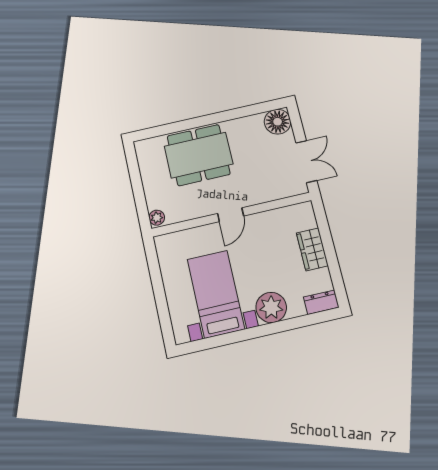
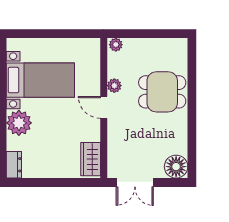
dining table: (199, 155) -> (162, 92), width x0.73
plant: (203, 209) -> (114, 86), added
wardrobe: (312, 249) -> (91, 159), moved, turned -90

